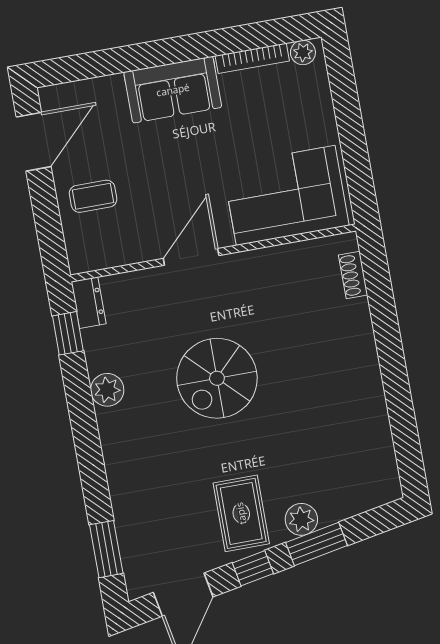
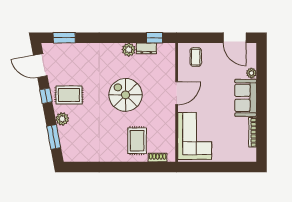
plant: (303, 52) -> (251, 73), moved
coffee table: (93, 196) -> (196, 57), moved
door: (191, 257) -> (177, 93), hinge flipped
dresser: (89, 303) -> (146, 48), moved
rug: (322, 331) -> (137, 141), added
window: (316, 544) -> (54, 137), moved

